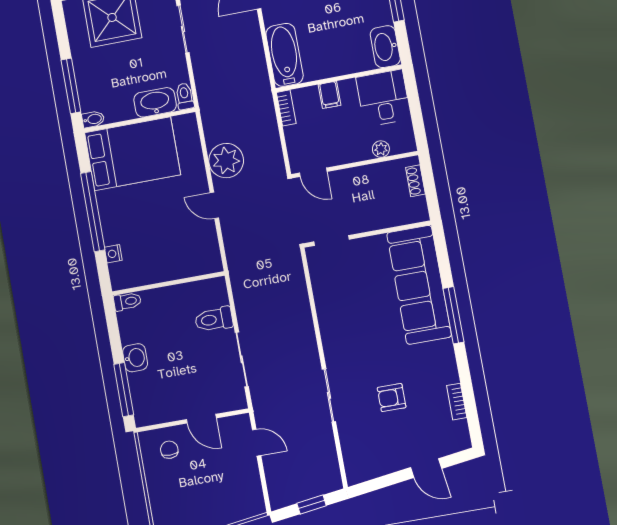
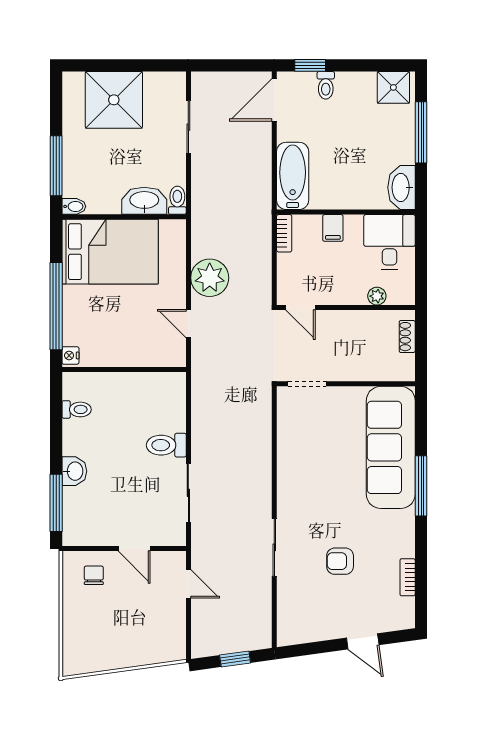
wall: (168, 284) -> (124, 370), moved

